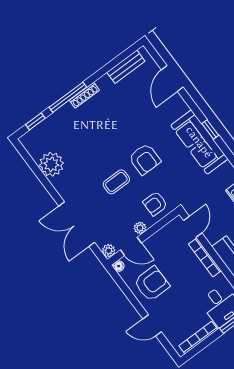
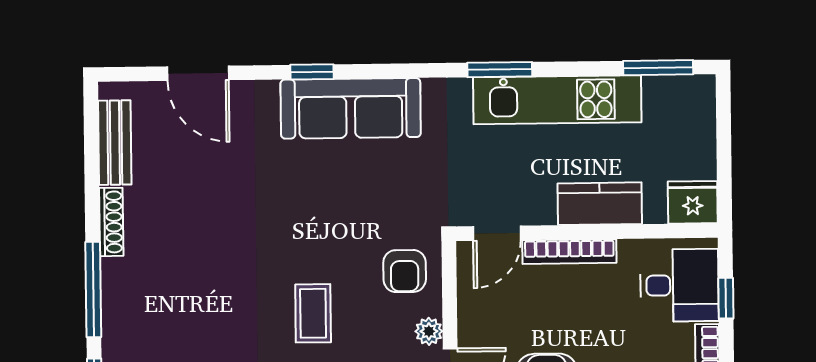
shoe rack: (84, 95) -> (111, 222), moved
window: (210, 129) -> (312, 72), moved
armchair: (145, 159) -> (309, 231), removed
door: (193, 227) -> (497, 233), swing flipped

